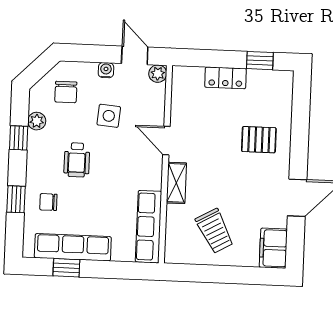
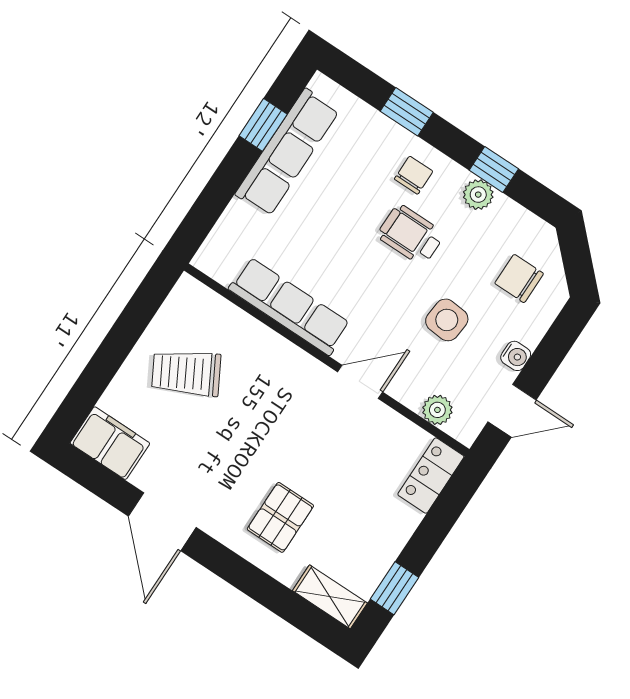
plant: (158, 74) -> (437, 410), moved
locker: (225, 78) -> (431, 476), moved
plant: (37, 121) -> (478, 195), moved
shelving: (176, 183) -> (330, 597), moved
chair: (48, 202) -> (414, 175), moved
row of seats: (149, 227) -> (289, 306), moved

